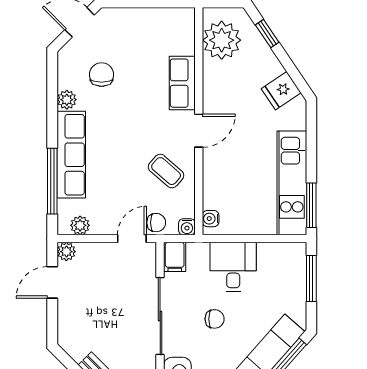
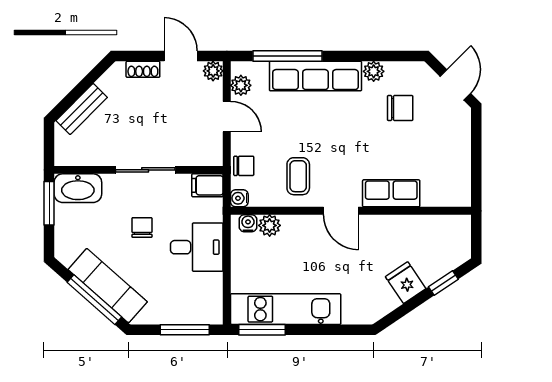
plant: (222, 40) -> (270, 225), moved, width x0.53, depth x0.53
fridge: (281, 91) -> (406, 283), moved
coffee table: (166, 171) -> (298, 176), turned -41
chair: (156, 223) -> (244, 166), turned -90
door: (132, 239) -> (227, 117), moved
sliding door: (160, 316) -> (145, 170), width x0.73
shoe rack: (65, 318) -> (143, 69), added
chair: (215, 319) -> (142, 227), turned 180

